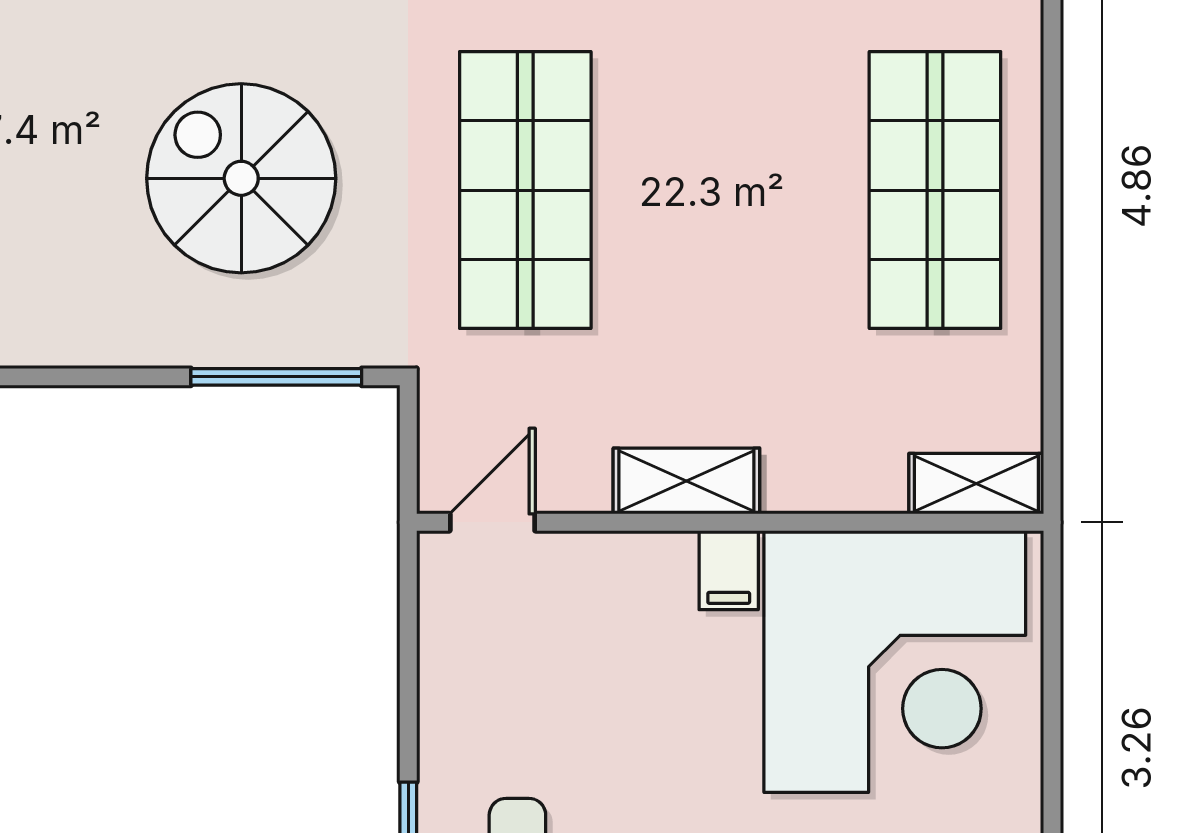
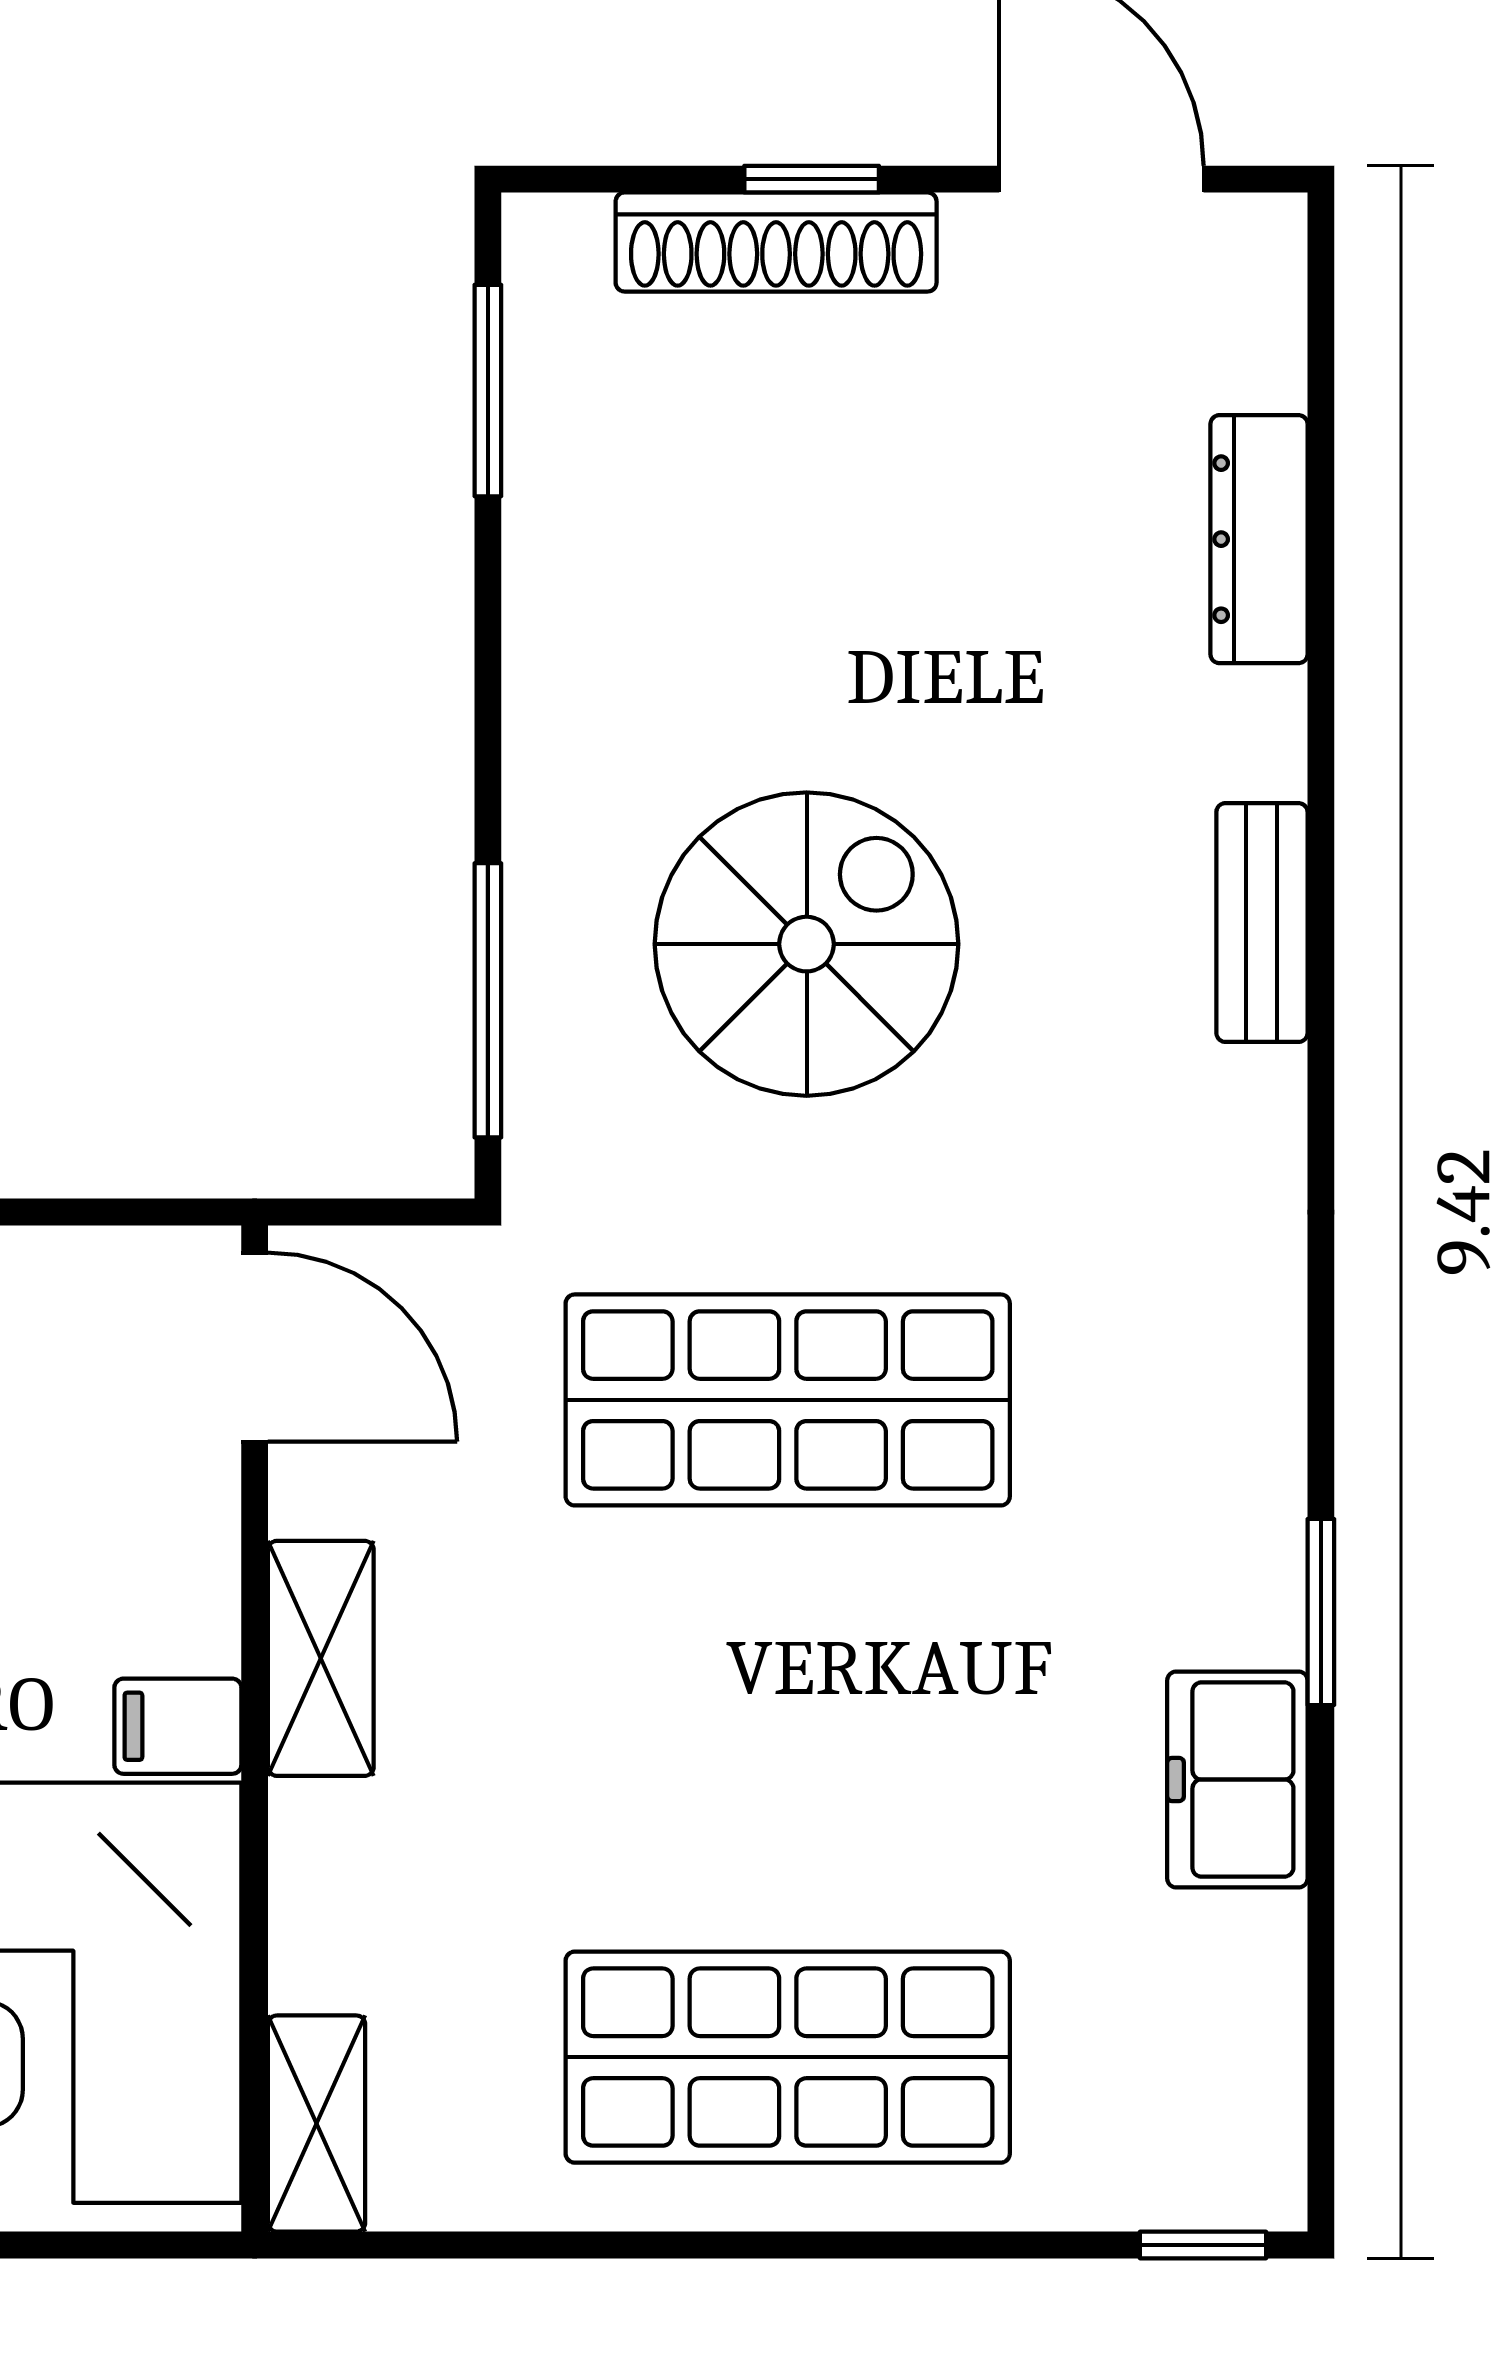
door: (492, 522) -> (255, 1347), width x1.37

